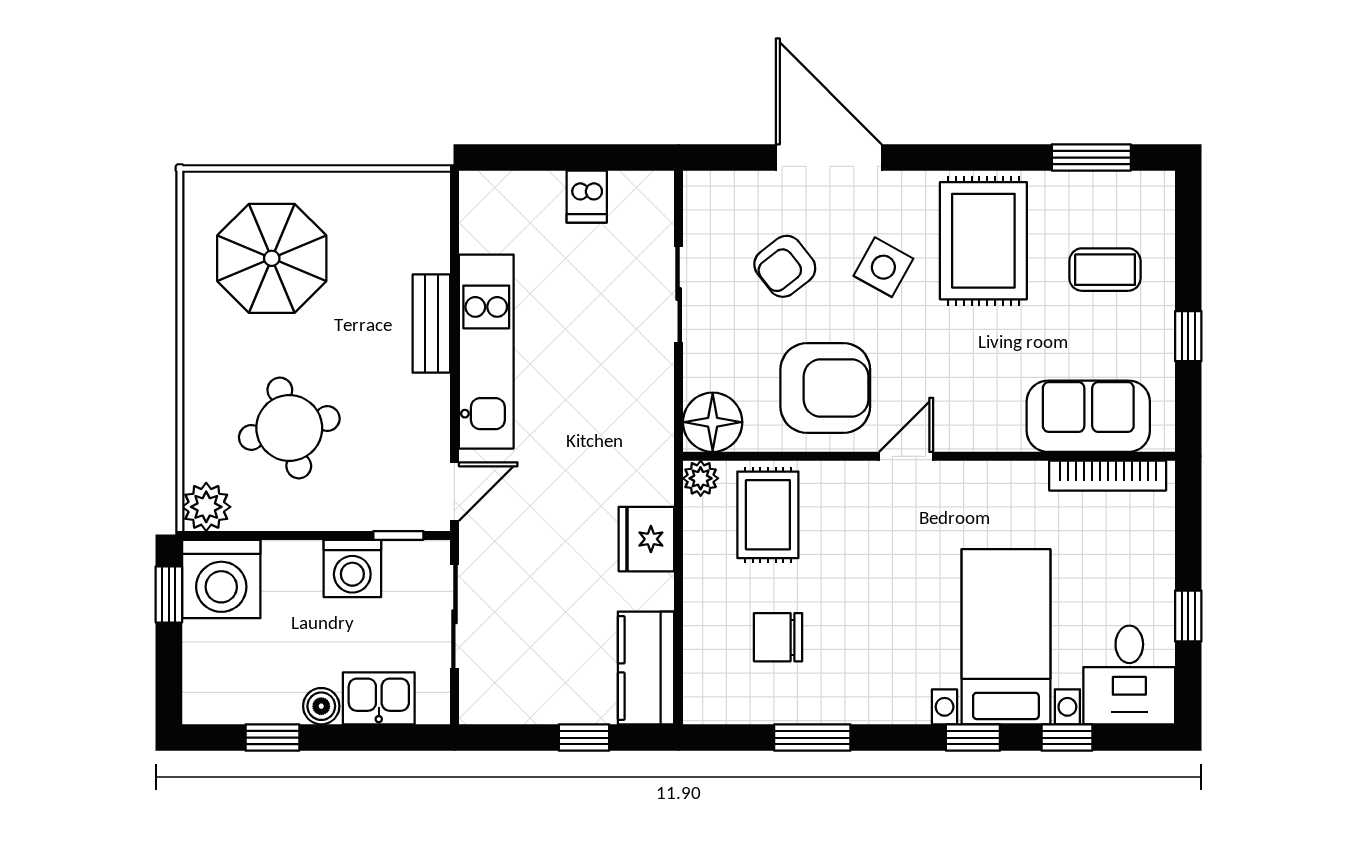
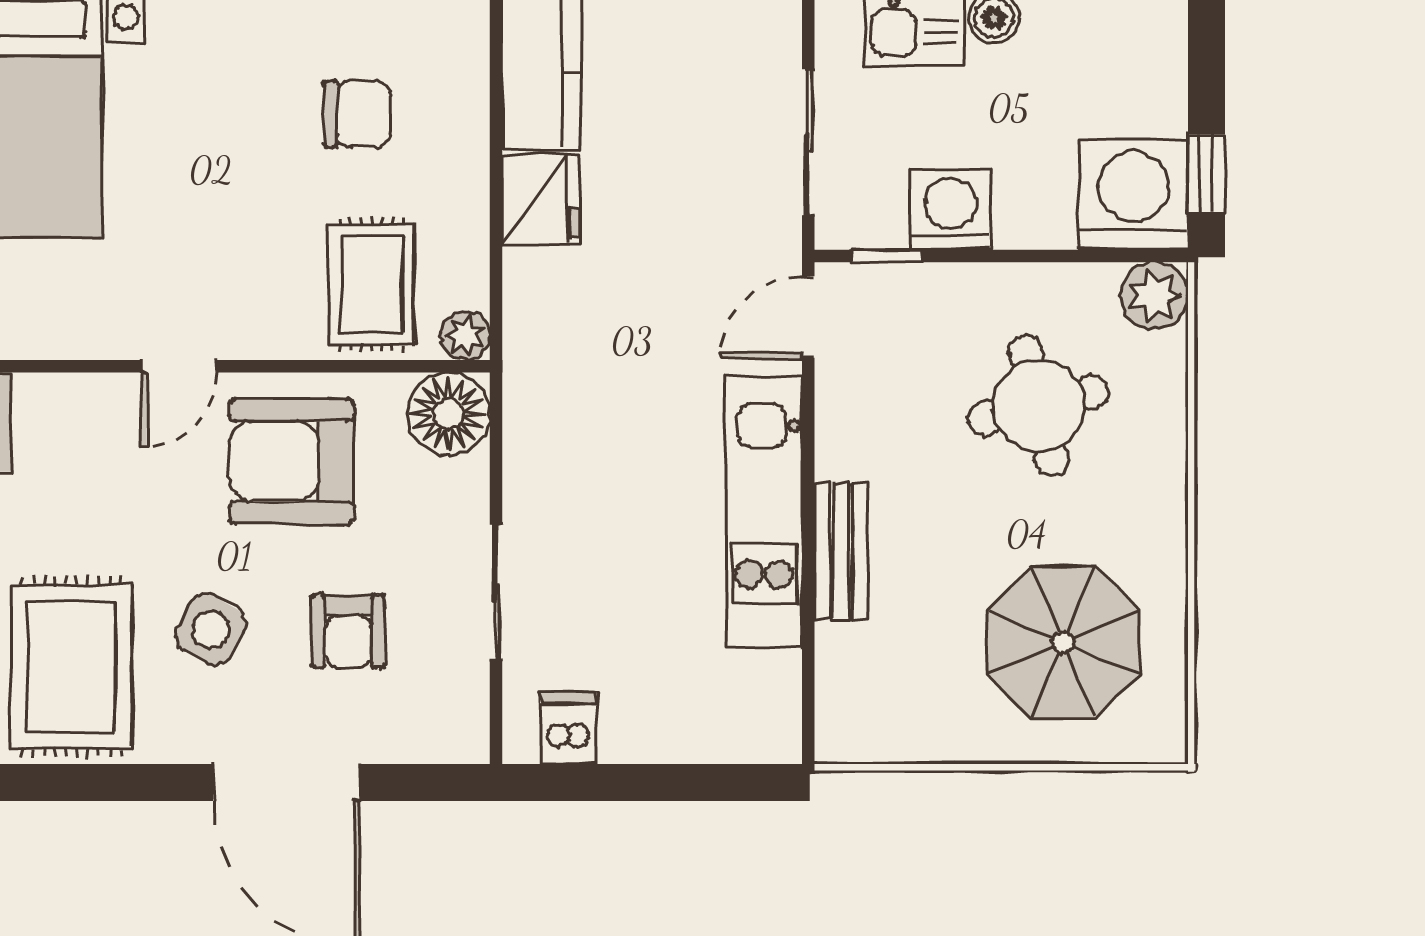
dishwasher: (587, 197) -> (568, 728), moved
armchair: (785, 266) -> (348, 631), turned 128
fridge: (646, 539) -> (541, 200), moved

